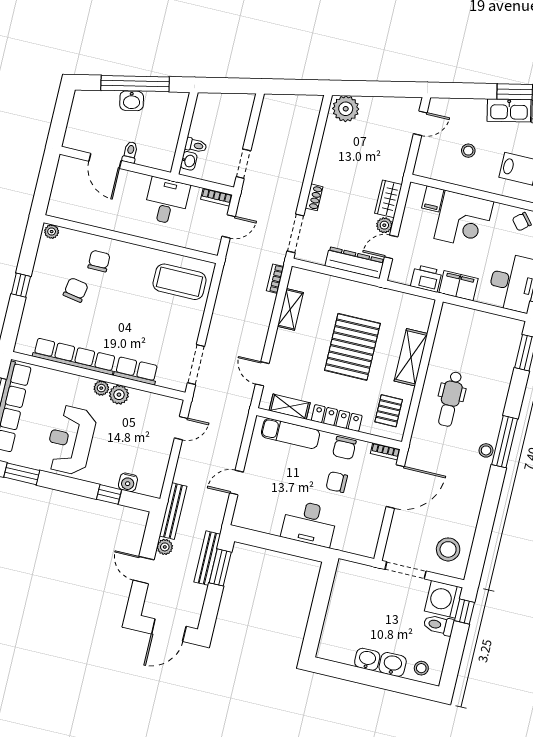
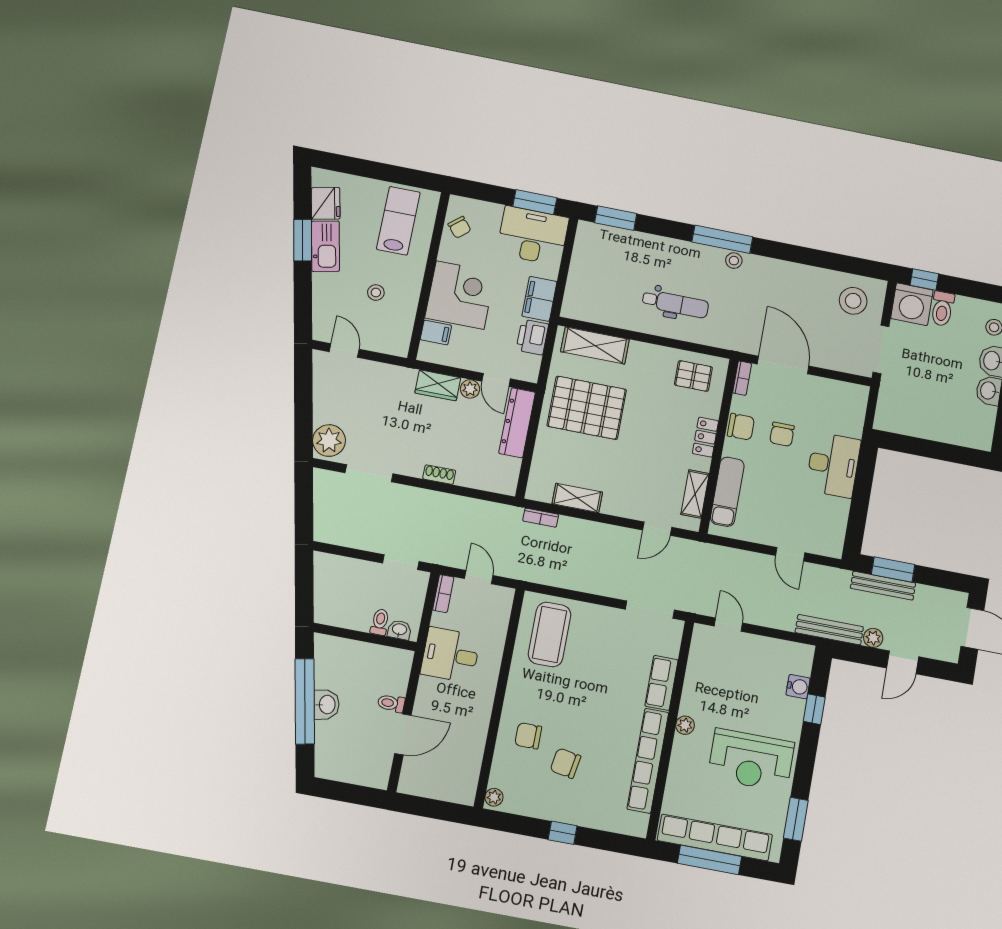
doorway: (295, 233) -> (369, 473), moved
pallet: (352, 347) -> (587, 408), moved
shelving: (411, 357) -> (595, 345), moved
plant: (119, 395) -> (692, 703), removed
locker: (337, 418) -> (705, 437), width x0.66

